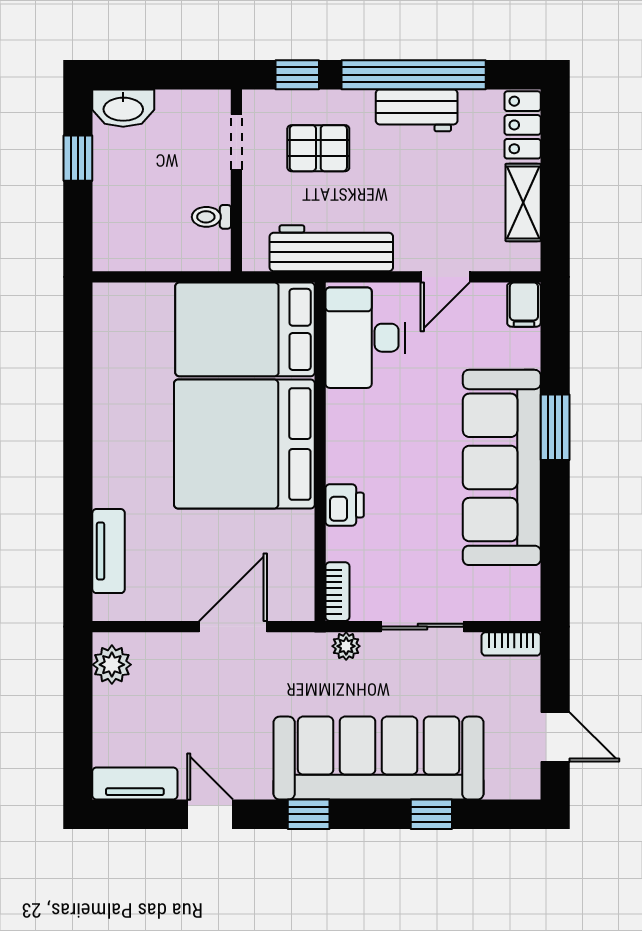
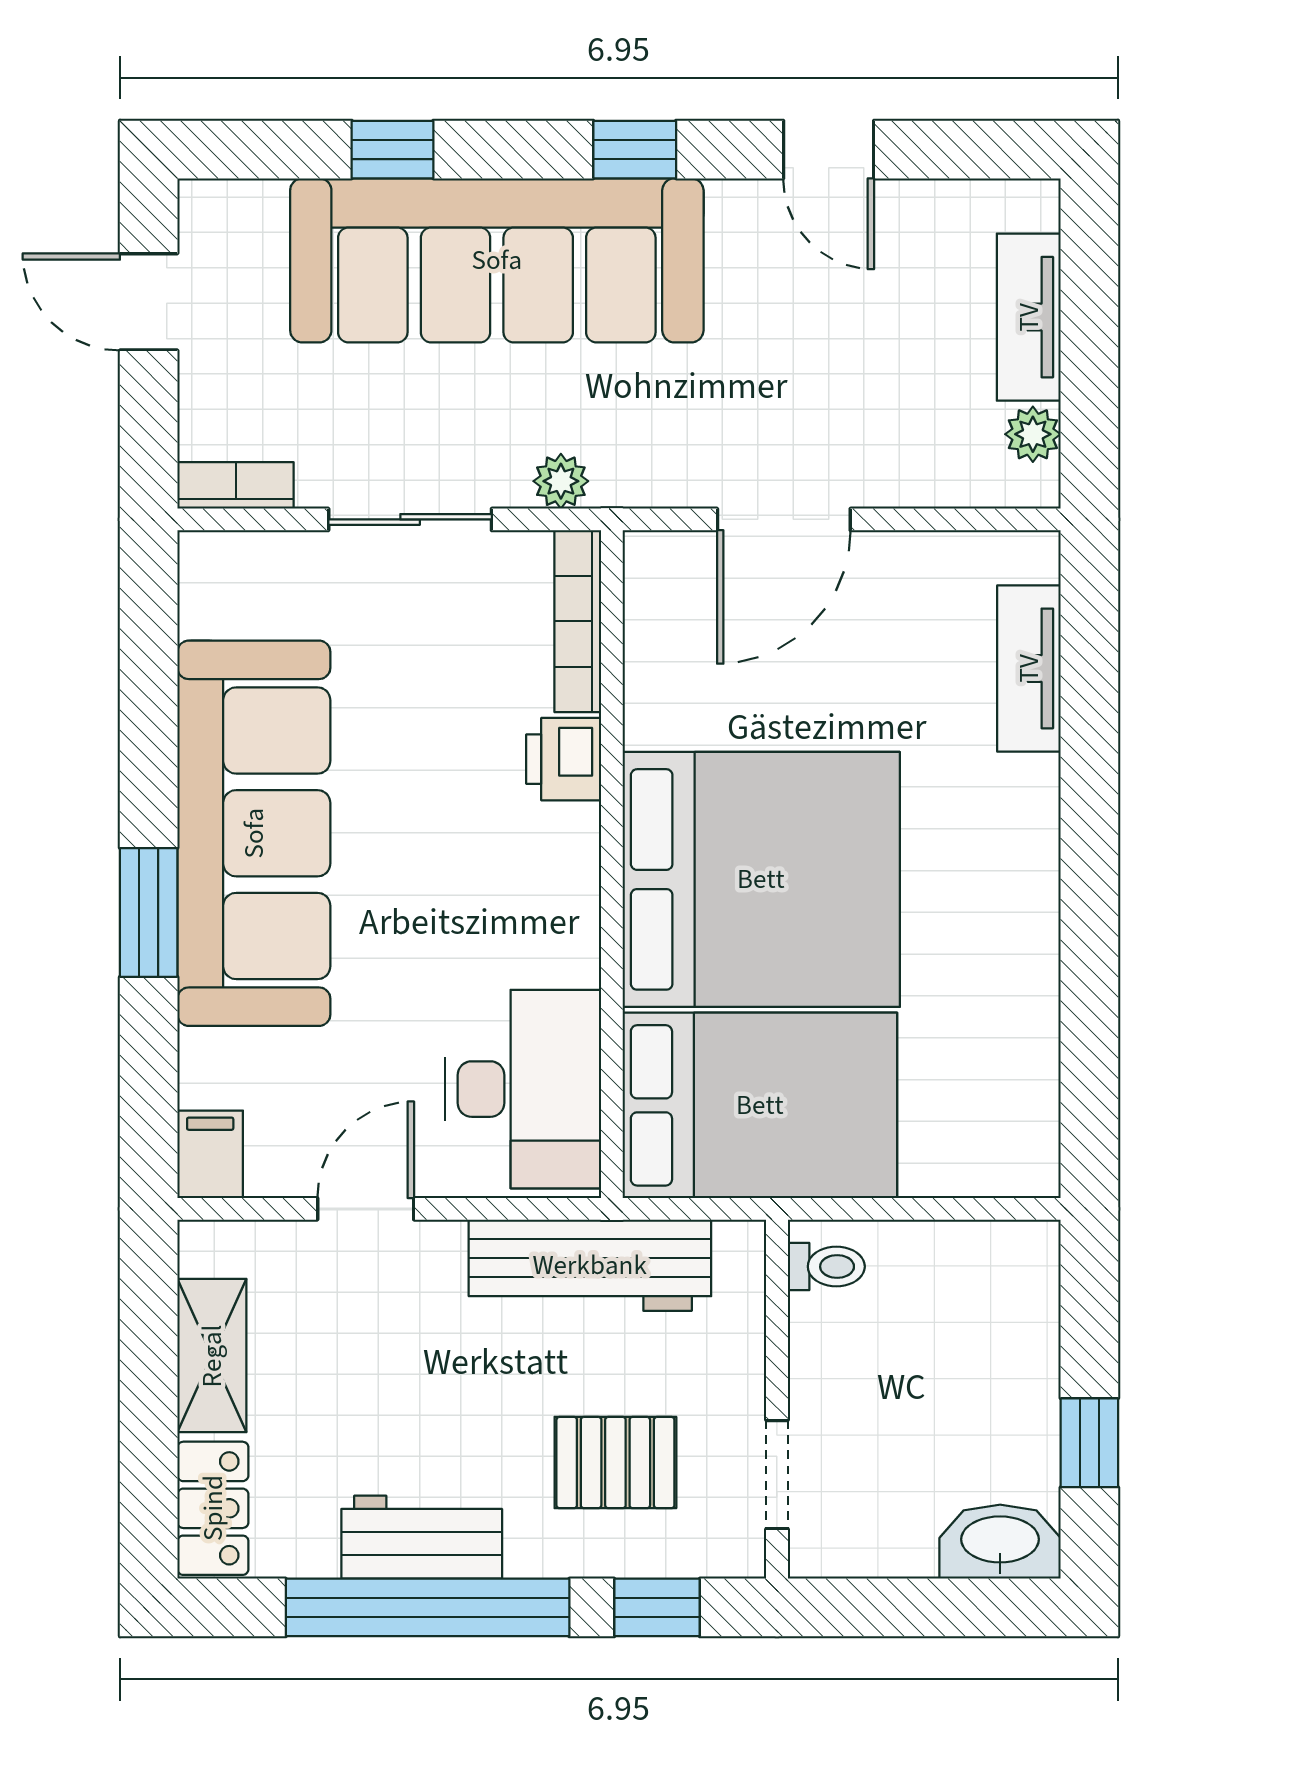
toilet: (211, 217) -> (826, 1267), moved
bookcase: (337, 592) -> (578, 621), width x1.56
plant: (112, 665) -> (1033, 434), width x0.73, depth x0.73
tv unit: (135, 784) -> (1029, 317), moved, turned 90

